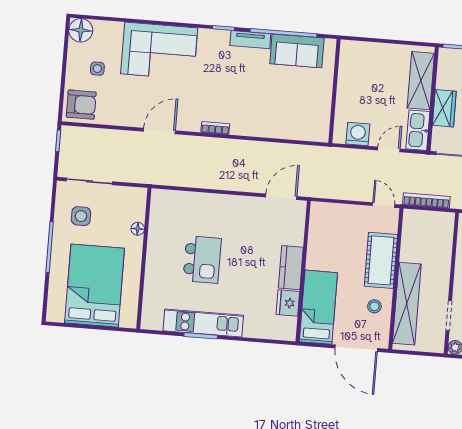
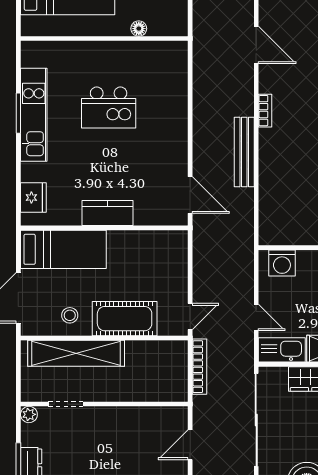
washing machine: (358, 134) -> (282, 263), moved, turned 90
bench: (249, 148) -> (244, 152), added
fridge: (288, 303) -> (33, 198), moved, turned 90

